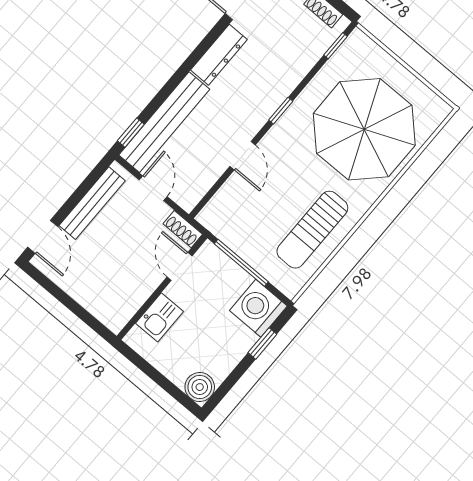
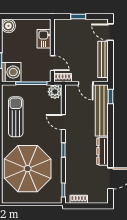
plant: (215, 217) -> (55, 92), added
window: (74, 306) -> (78, 17), added

